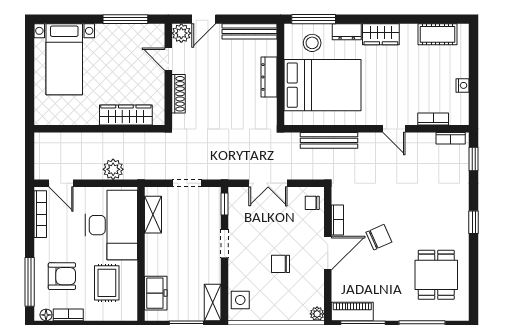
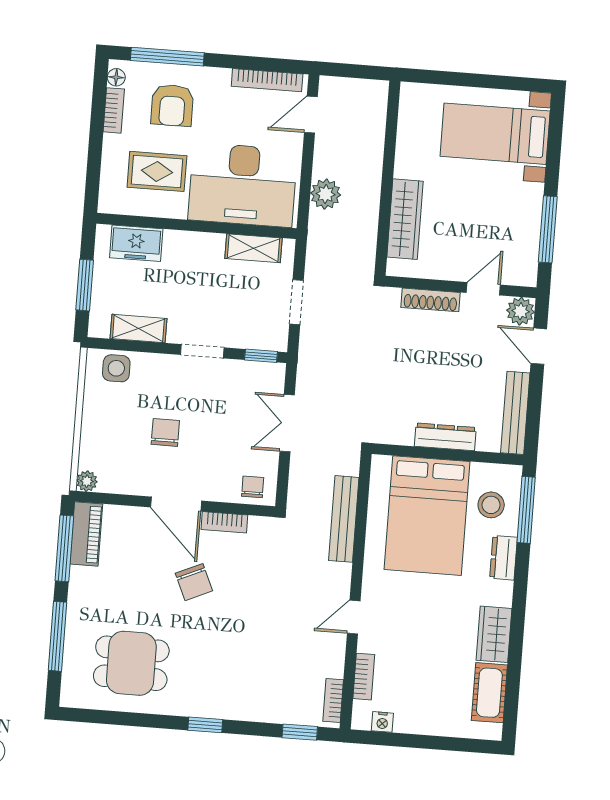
wardrobe: (381, 34) -> (494, 634), moved
nightstand: (462, 85) -> (382, 722), moved
shelving: (213, 302) -> (138, 329), moved

